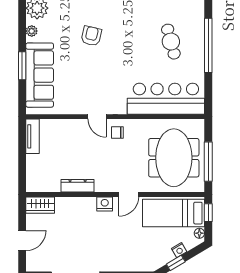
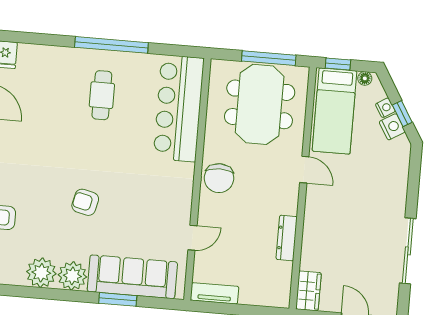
plant: (32, 31) -> (72, 276), width x1.88, depth x1.88
cafe table: (171, 42) -> (102, 95), turned -75
door: (97, 117) -> (192, 238), moved
chair: (117, 133) -> (219, 178), width x1.87, depth x1.87
meeting table: (174, 158) -> (260, 104), turned 90
nightstand: (105, 204) -> (392, 127), moved, turned 149

